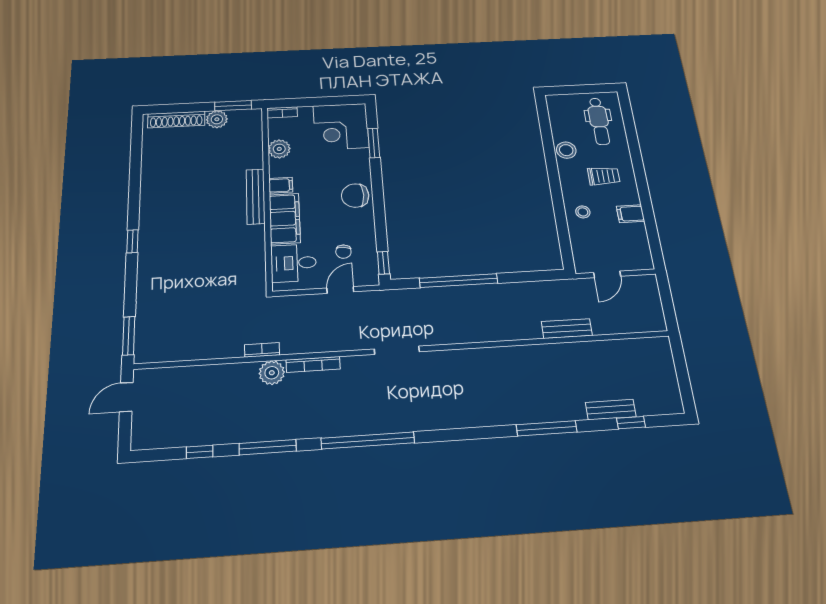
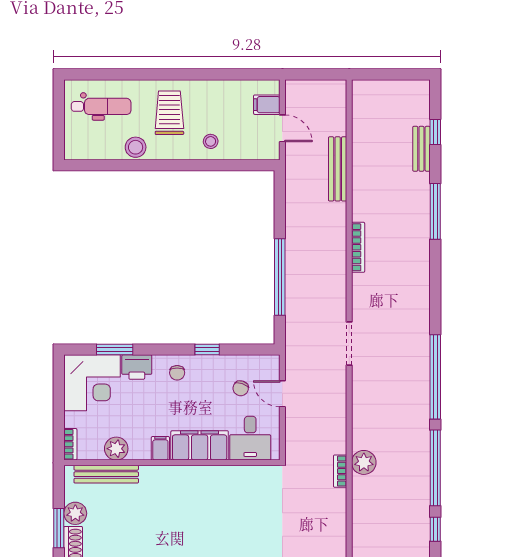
window: (233, 106) -> (59, 528), moved
printer: (358, 162) -> (137, 367), added
trolley: (604, 176) -> (169, 113), width x1.36, depth x1.39
bench: (256, 196) -> (106, 474), moved
chair: (355, 196) -> (177, 373), width x0.54, depth x0.54
filing cabinet: (631, 214) -> (267, 105), moved, turned 90
chair: (343, 252) -> (241, 388), turned 102
window: (383, 263) -> (207, 350), moved
bench: (567, 329) -> (338, 169), width x1.36
bookcase: (313, 364) -> (358, 247), moved
window: (268, 447) -> (435, 468), width x1.46

